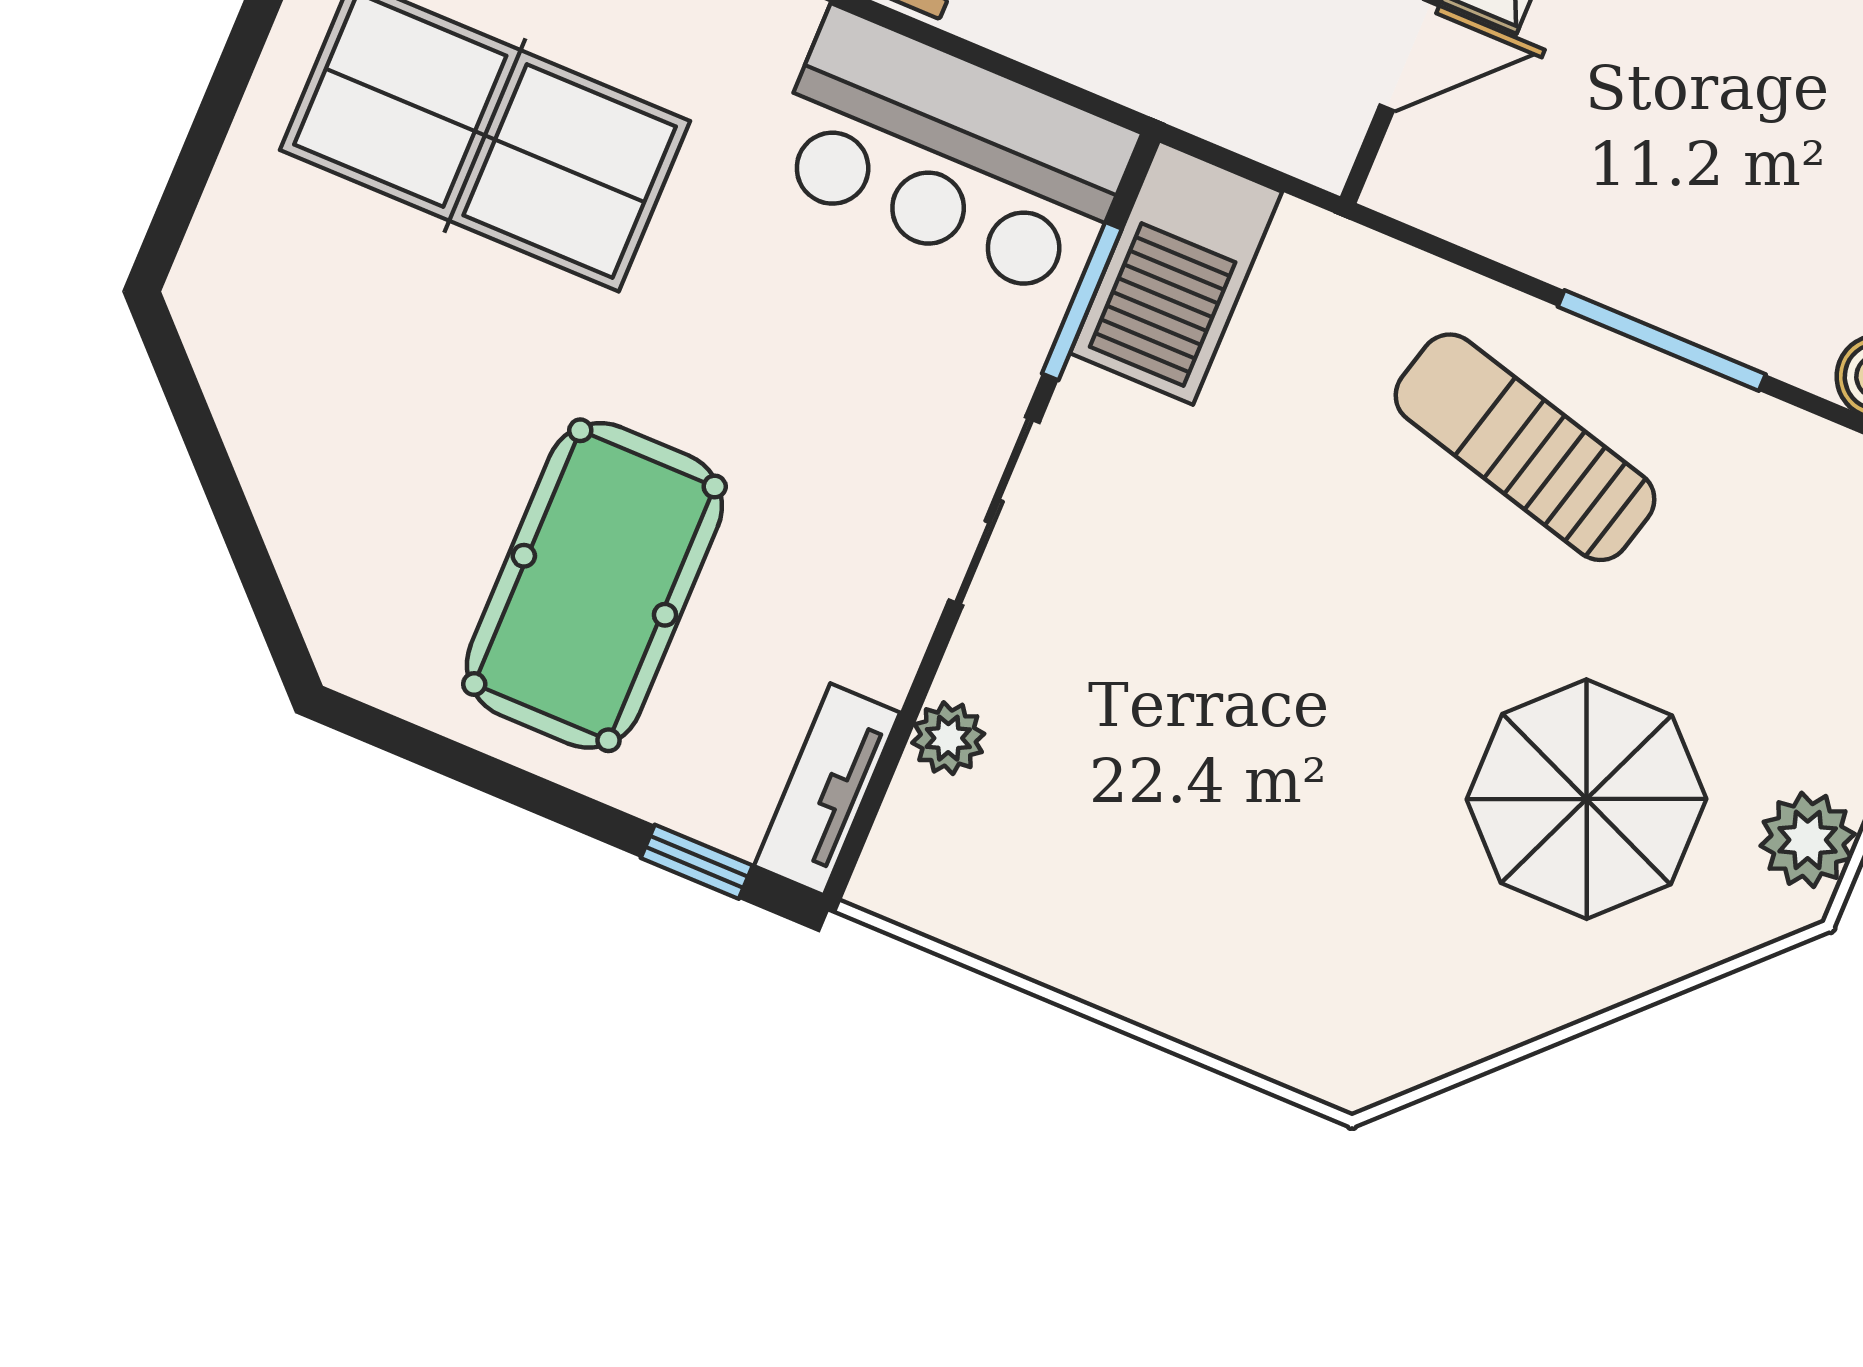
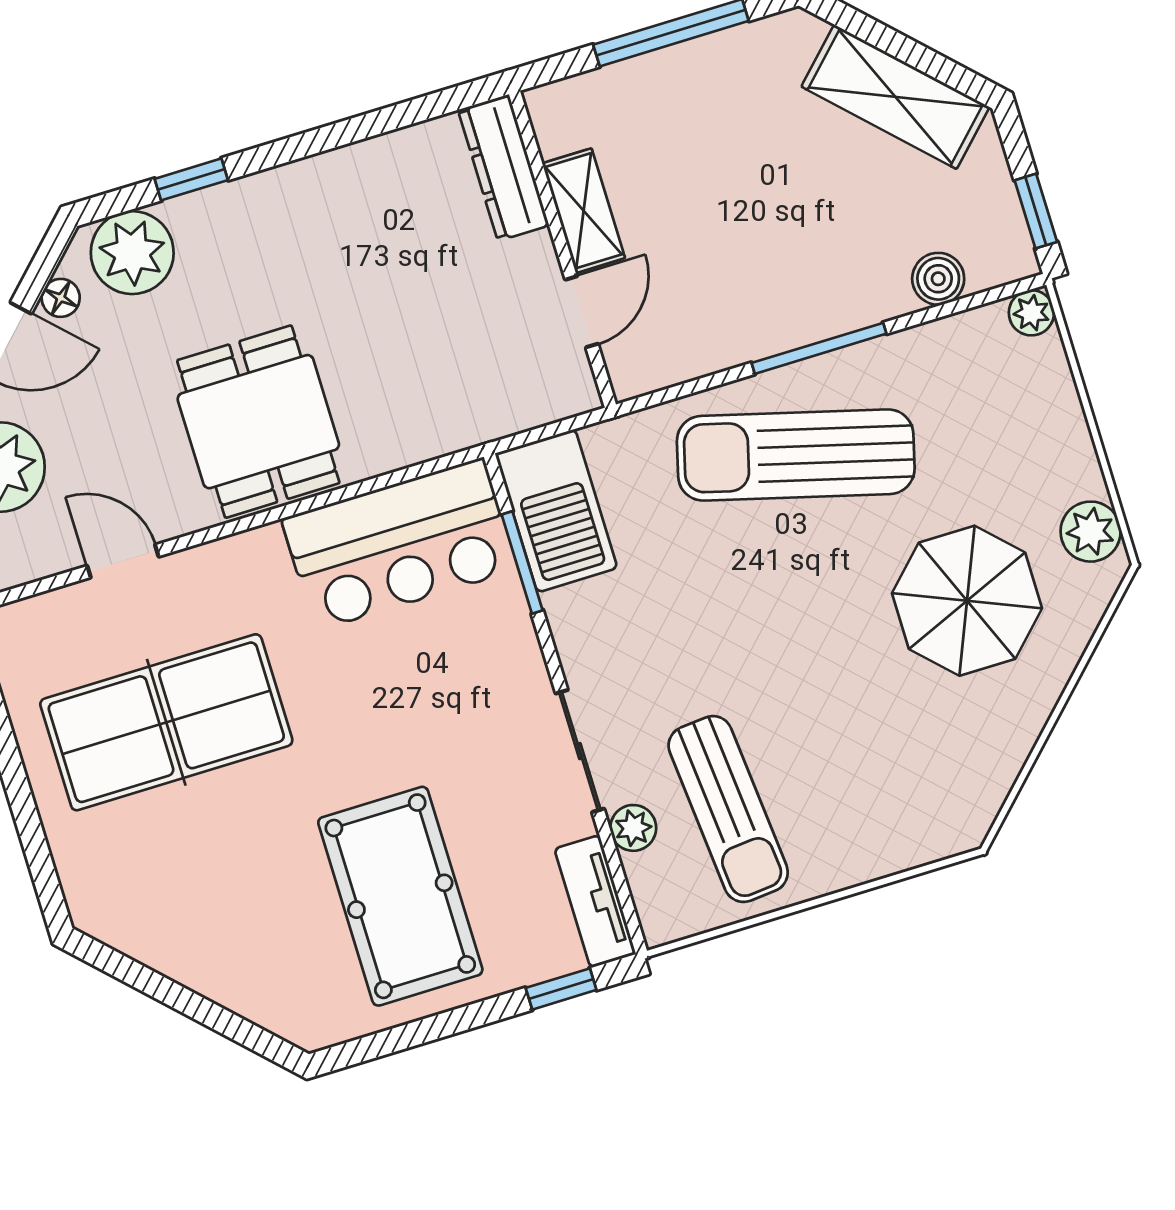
sun lounger: (1525, 447) -> (796, 455), width x1.36, depth x1.34
sliding door: (994, 511) -> (580, 751), moved
sun lounger: (1083, 811) -> (728, 809), added

